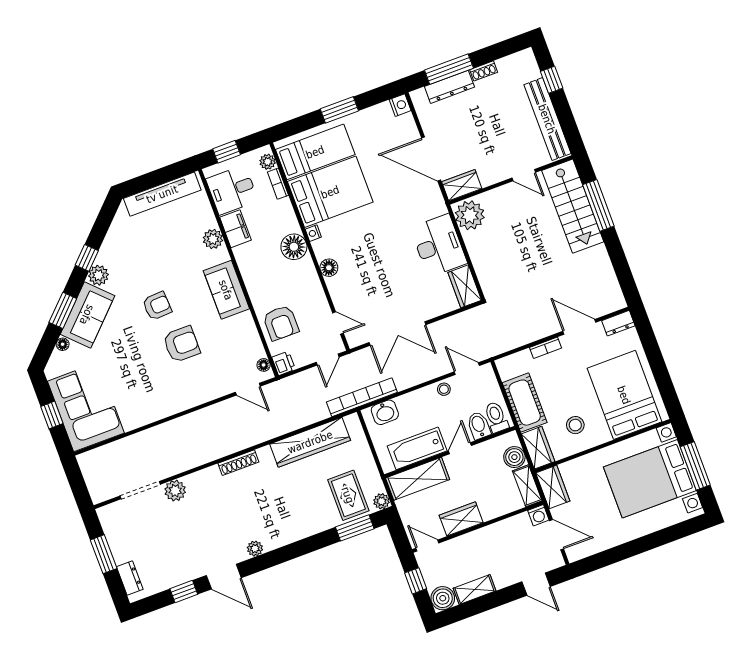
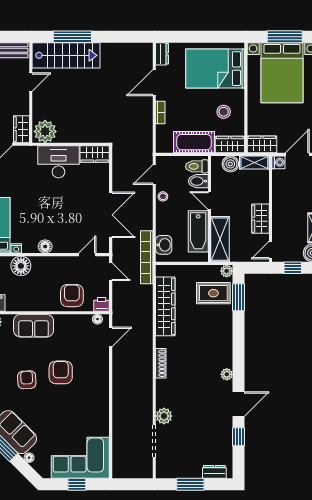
armchair: (281, 323) -> (72, 296), turned -90

